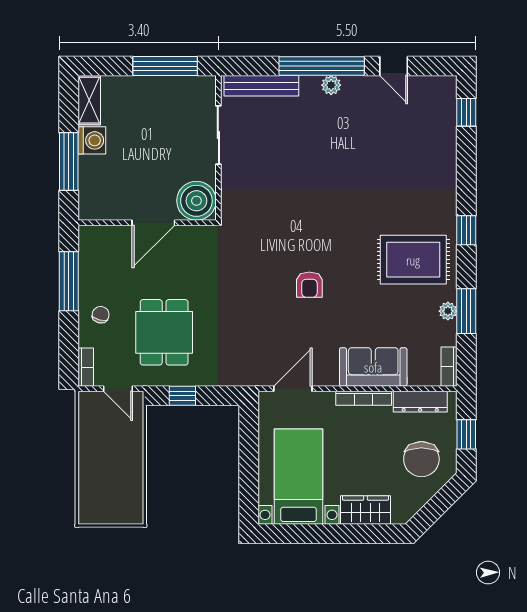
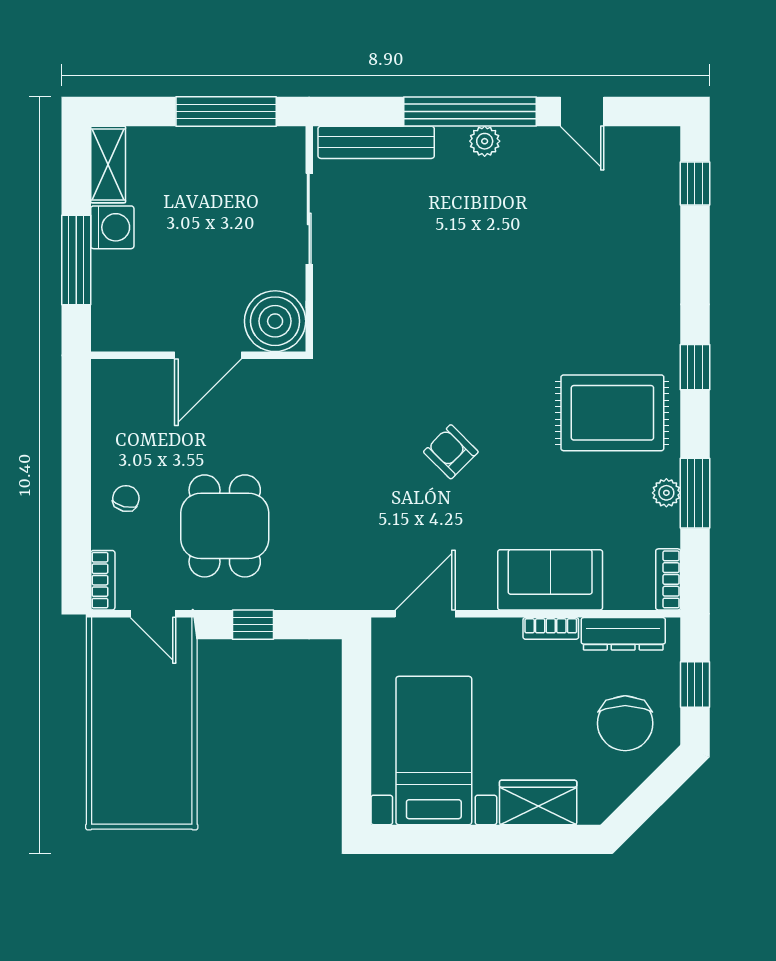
window: (69, 281) -> (76, 447), removed
armchair: (309, 285) -> (451, 452), turned 135
bookcase: (364, 398) -> (551, 628), width x0.64

